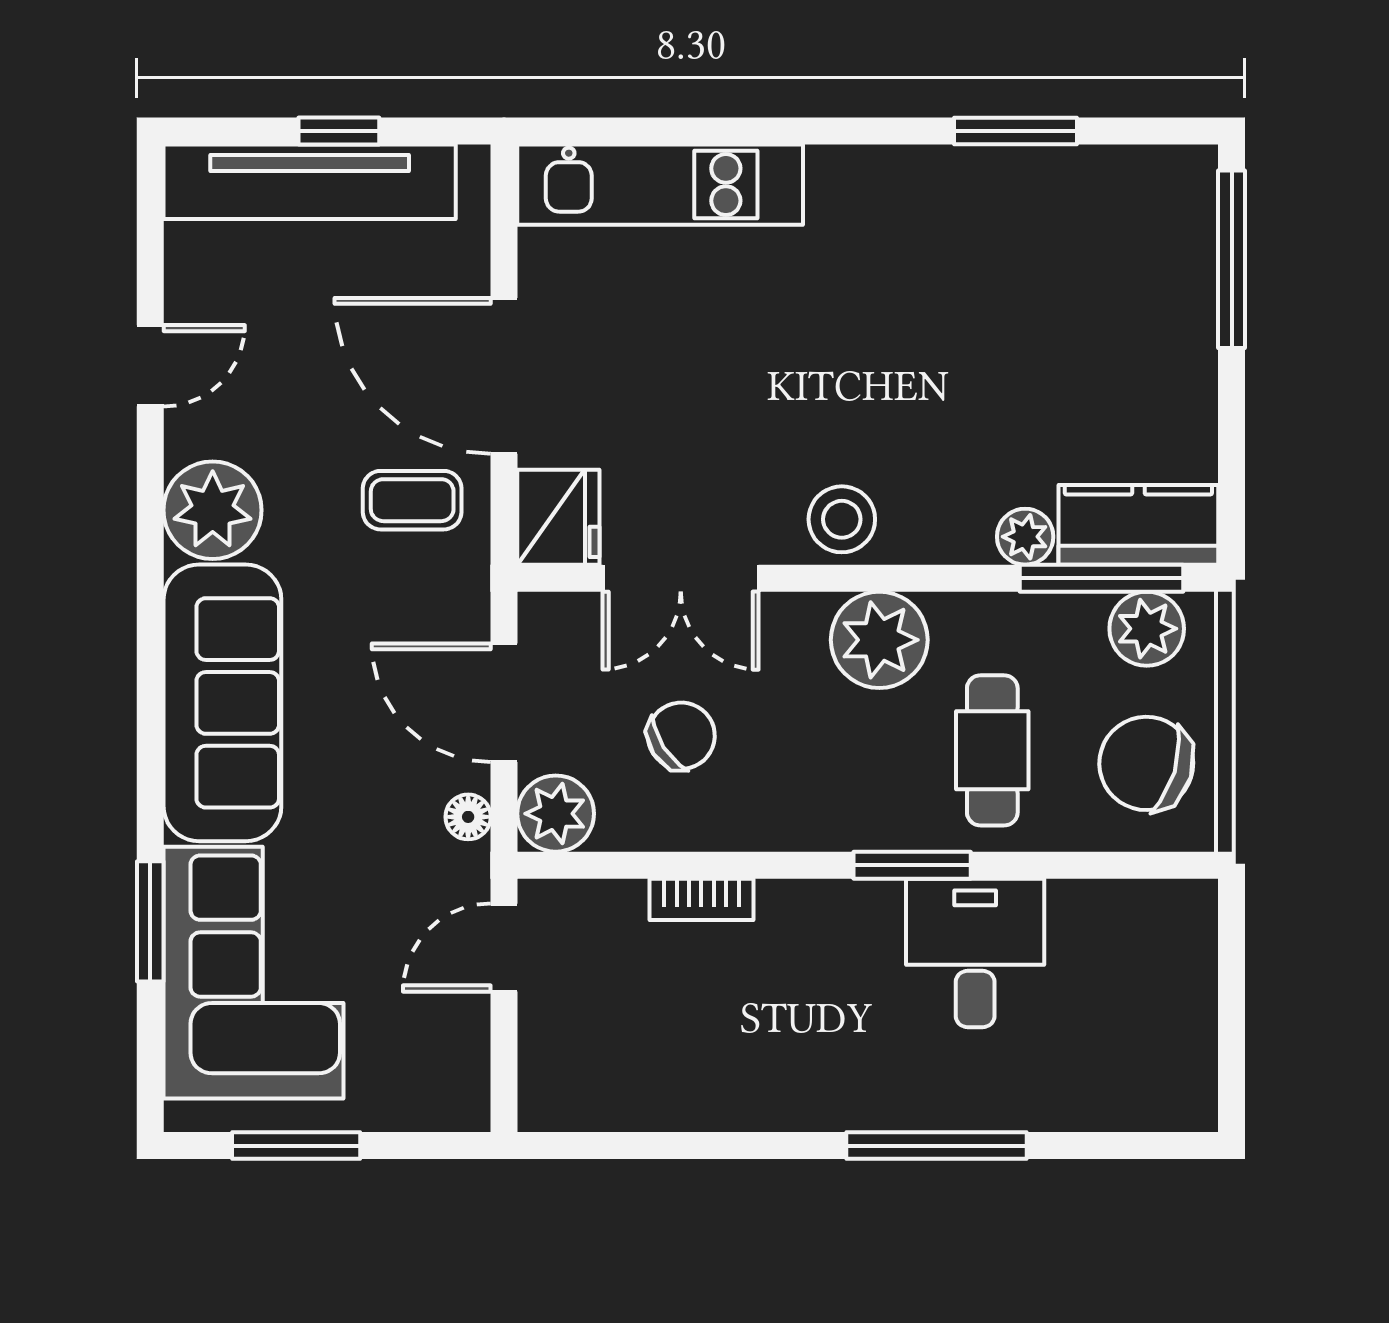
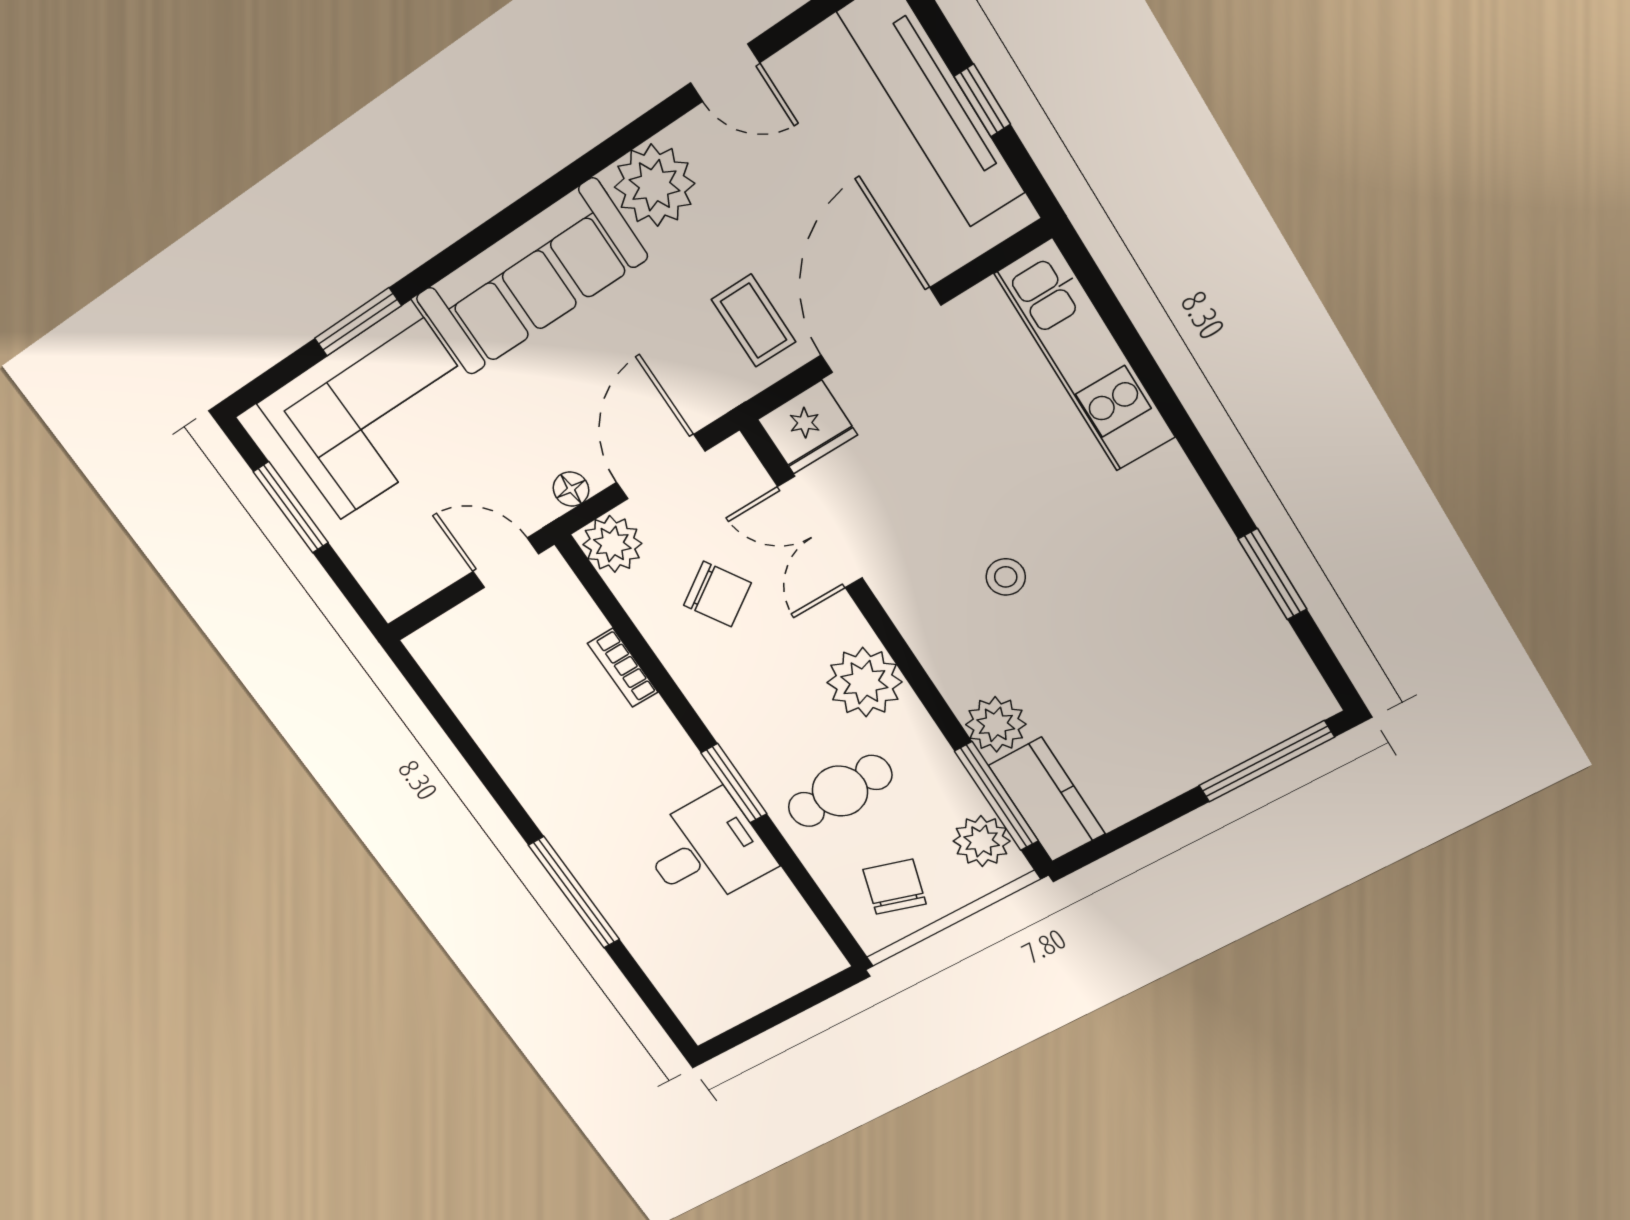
stool: (842, 519) -> (1006, 577), moved, width x0.73, depth x0.73
plant: (1025, 537) -> (996, 724), width x1.38, depth x1.38
chair: (1146, 763) -> (895, 887), width x0.73, depth x0.73

